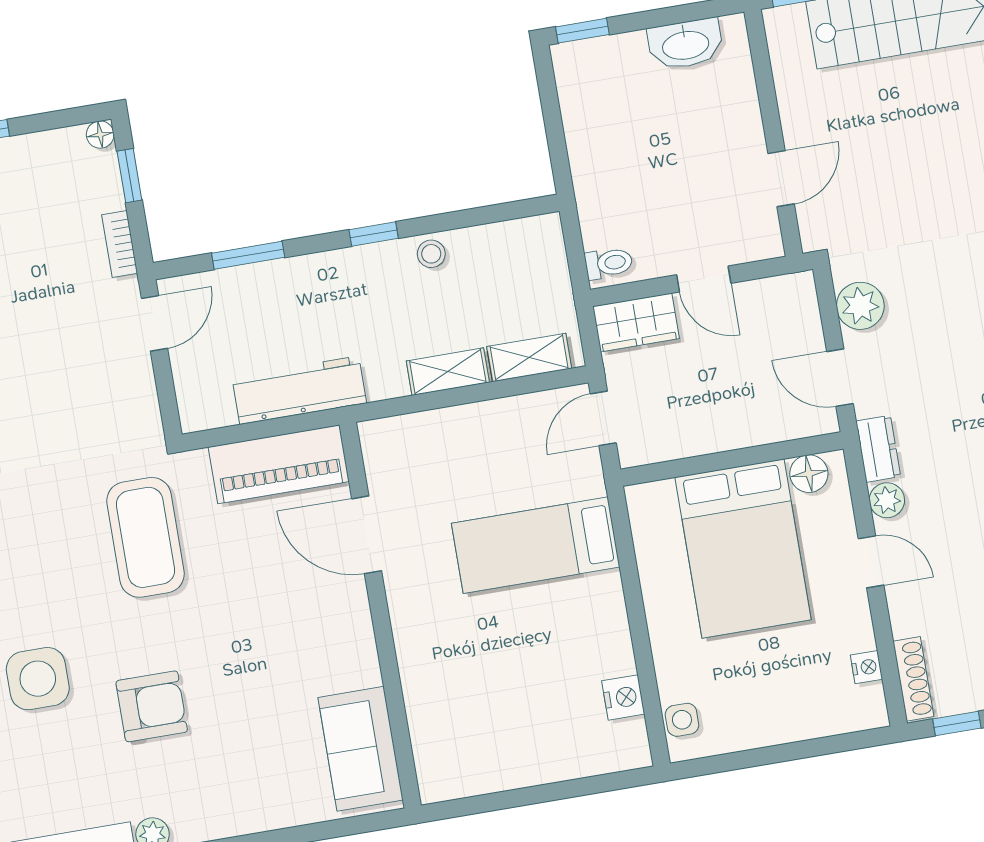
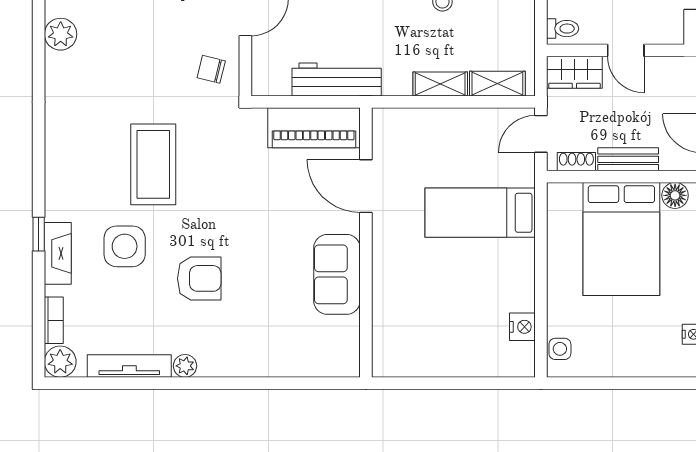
chair: (118, 406) -> (211, 69), added
bench: (733, 434) -> (628, 159), added
shoe rack: (660, 449) -> (576, 162), added
coffee table: (145, 537) -> (153, 164), moved
sofa: (360, 749) -> (337, 274), moved

